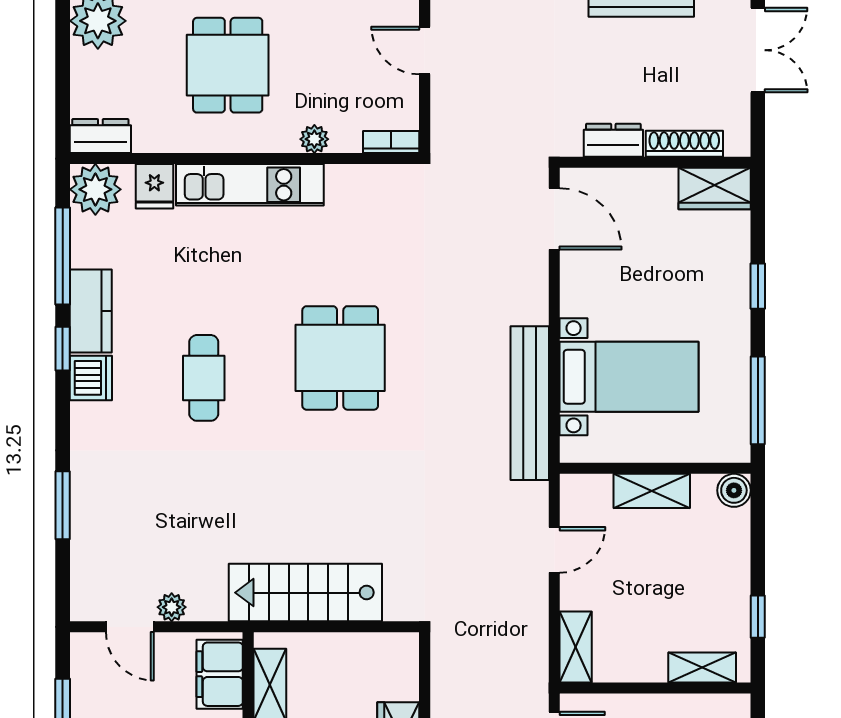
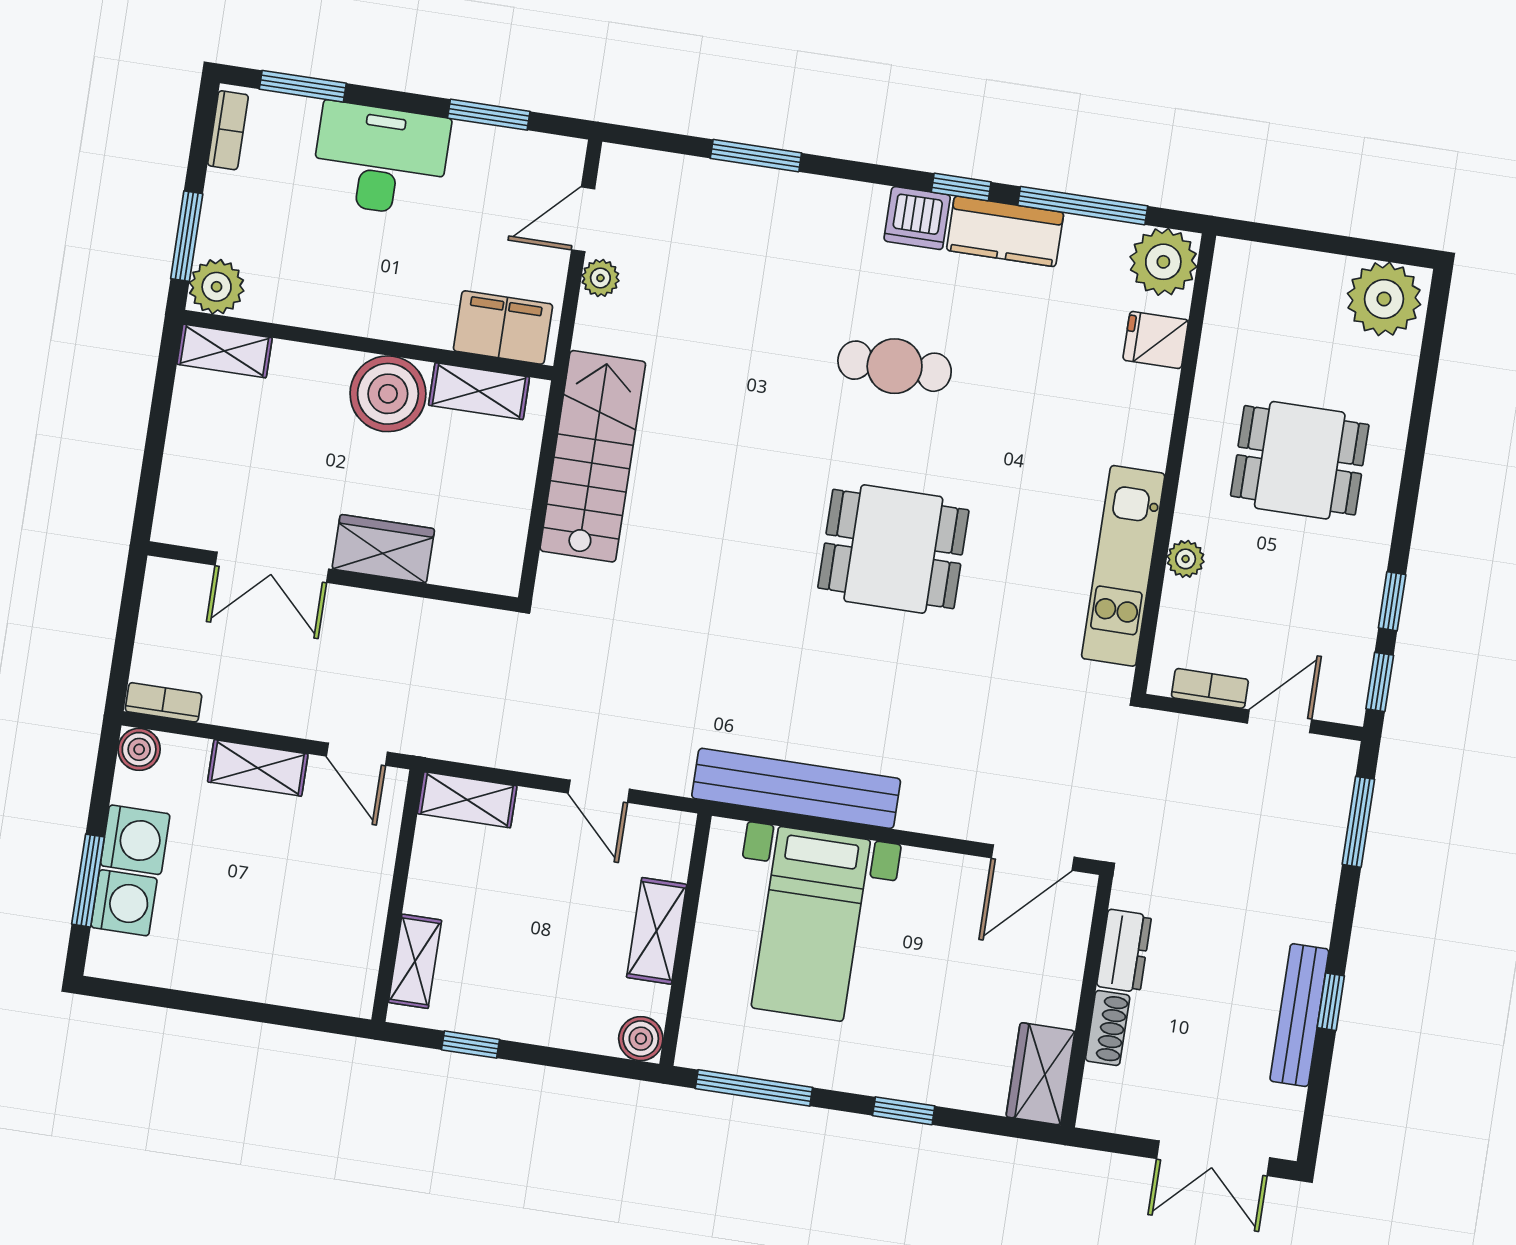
dresser: (100, 136) -> (1232, 279), removed
bookcase: (391, 142) -> (1210, 688), moved, turned -90
shoe rack: (684, 144) -> (1108, 1028), width x0.70
kitchen unit: (250, 185) -> (1123, 566), moved

